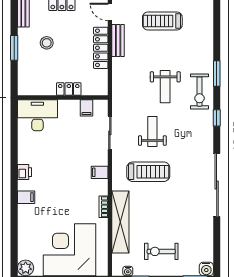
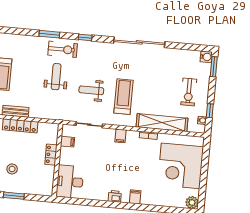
weight bench: (165, 87) -> (56, 77), turned -90

